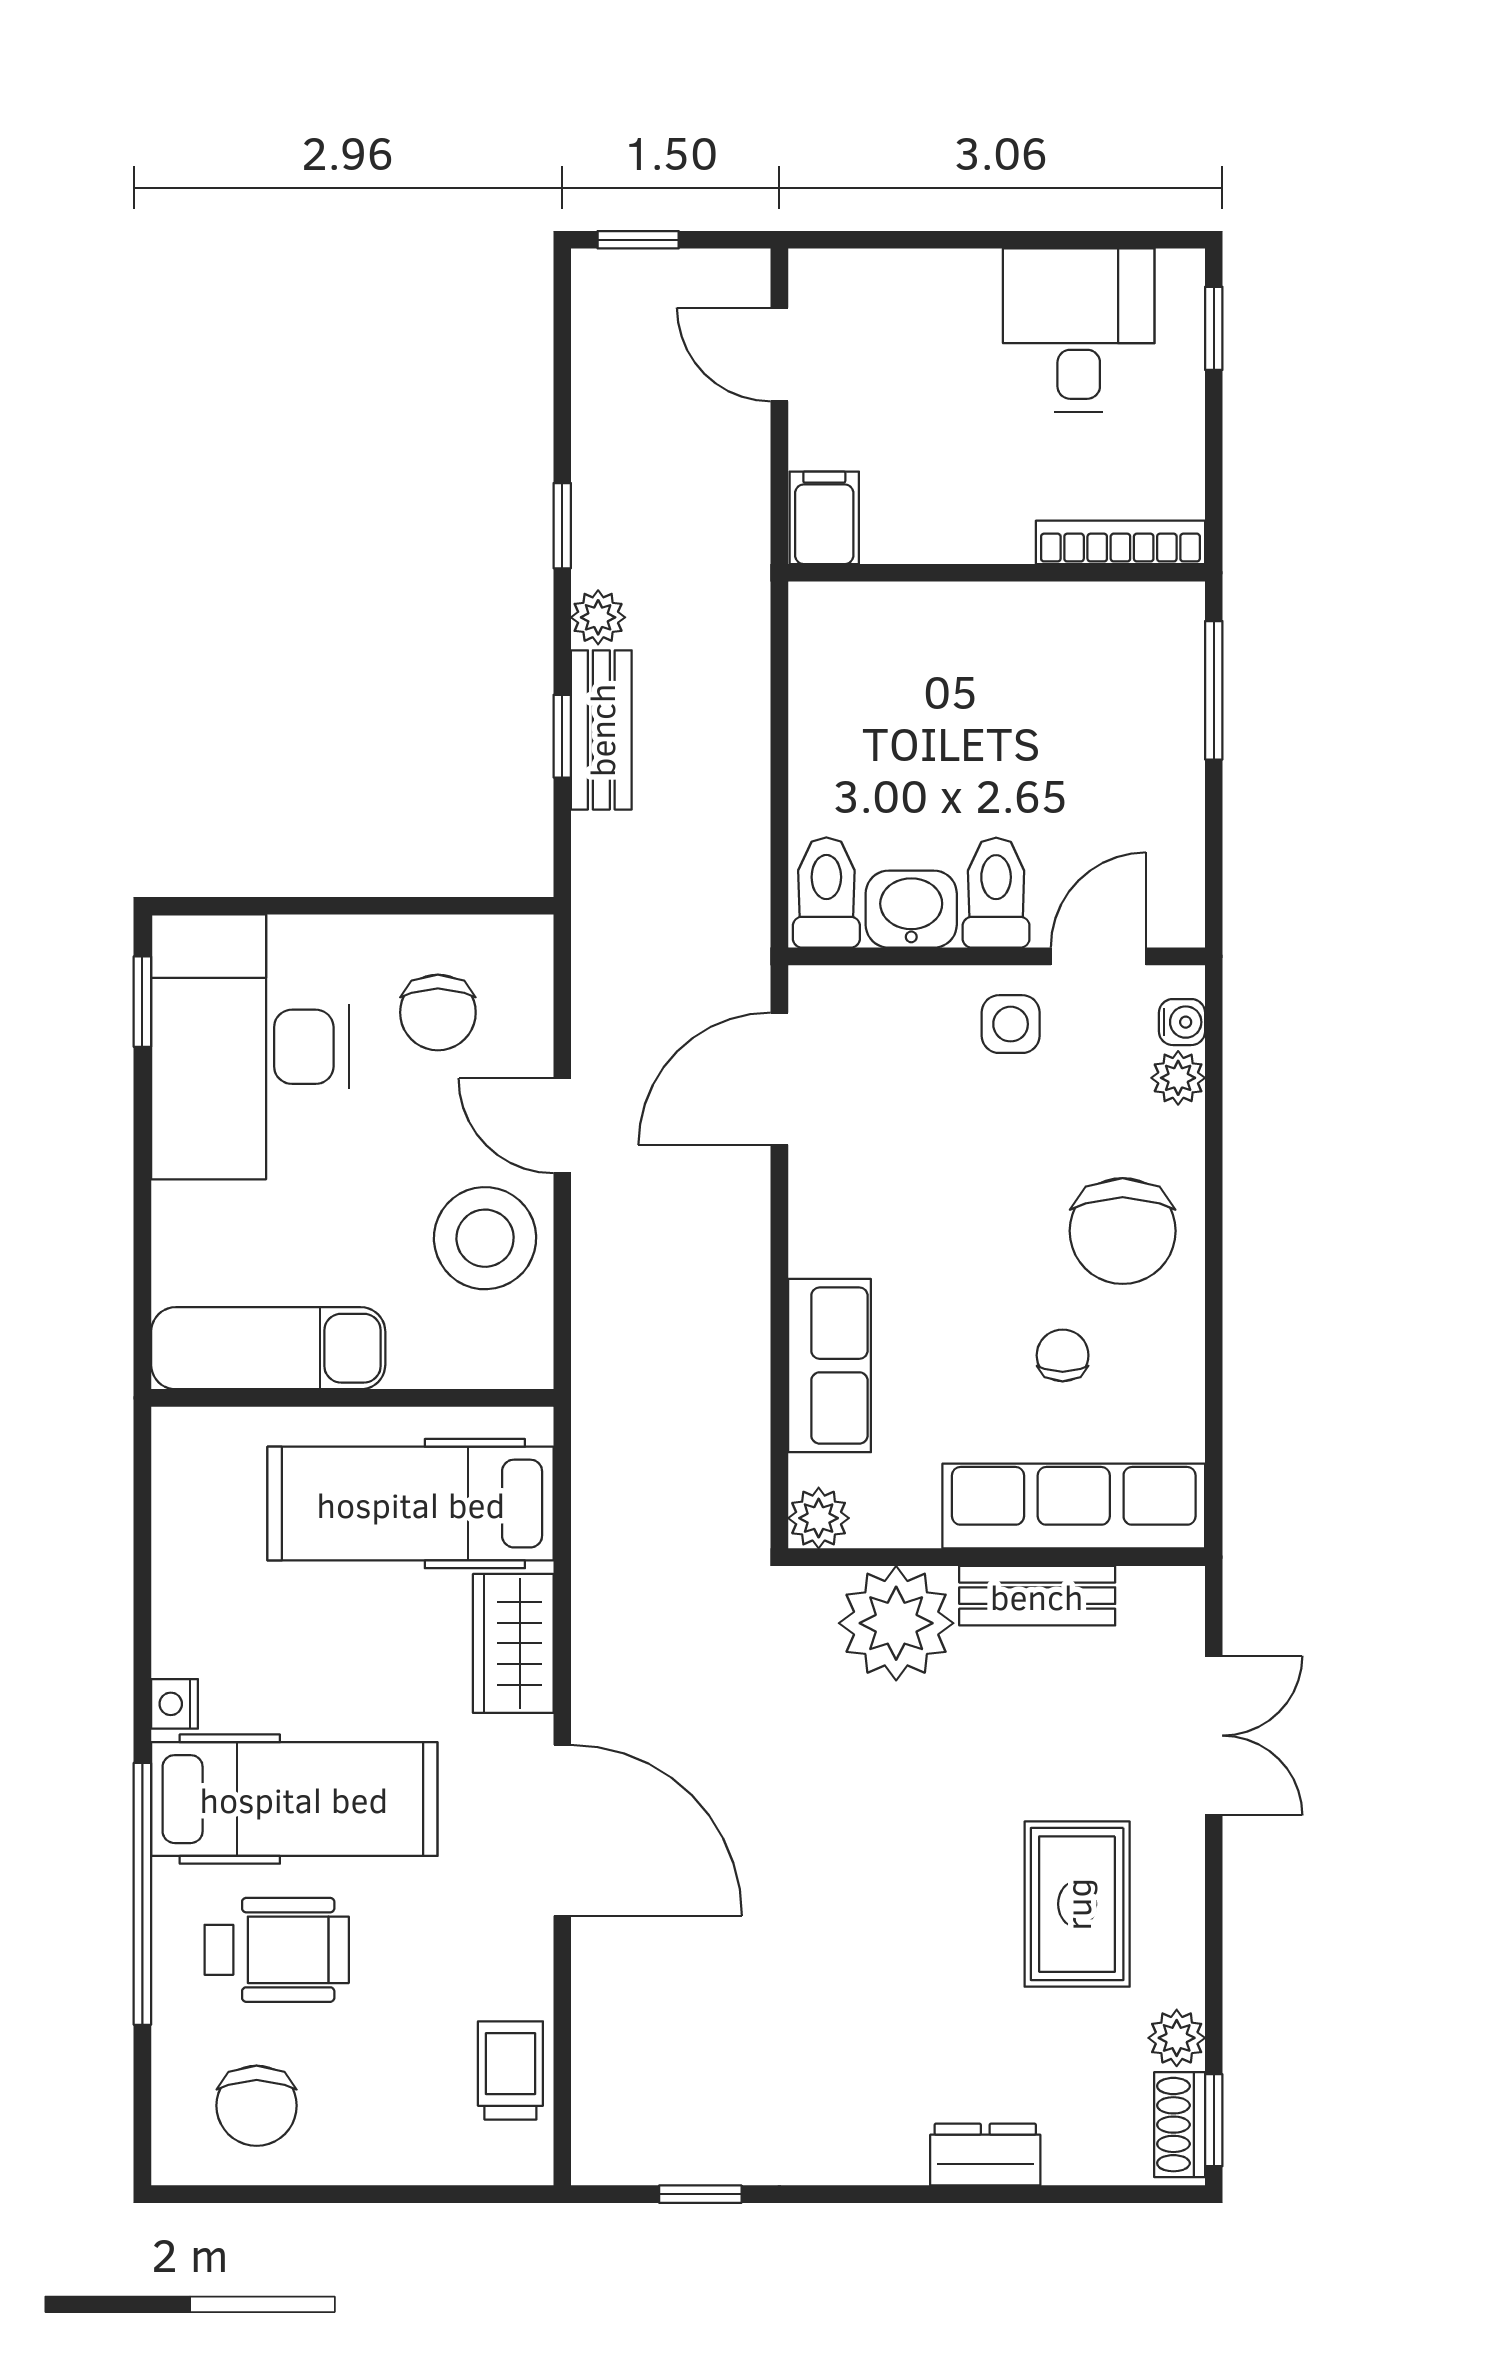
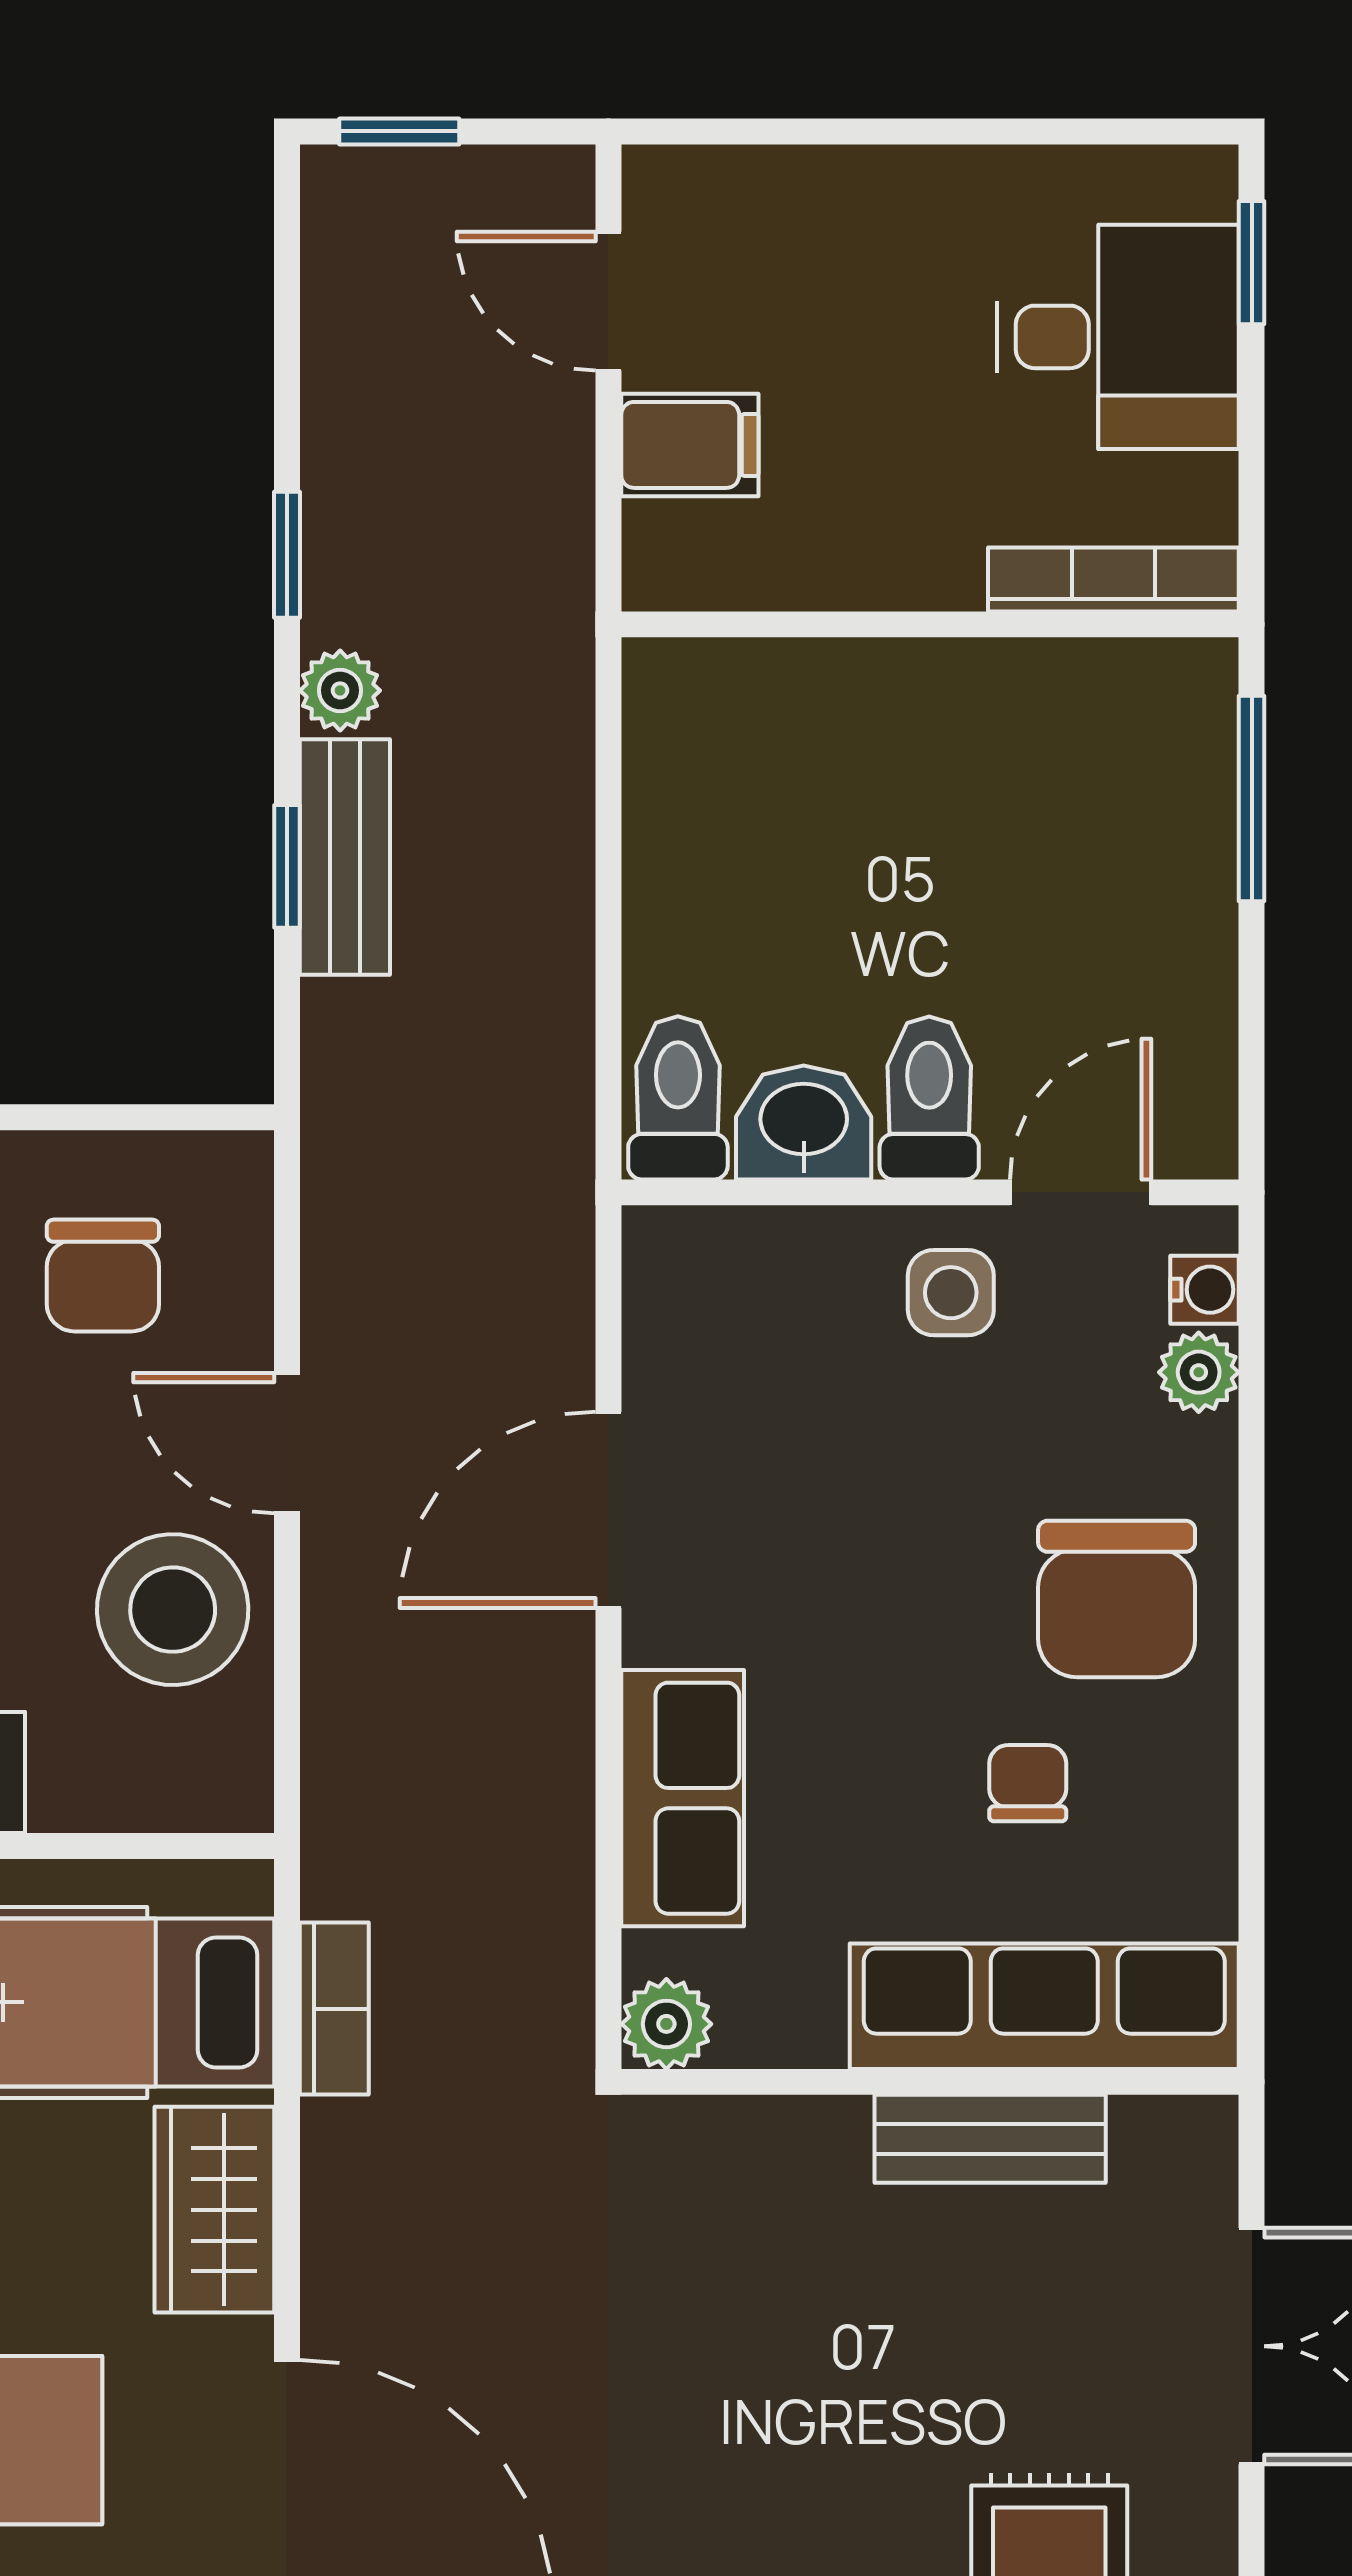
desk: (1079, 330) -> (1118, 337), moved, turned 90
filing cabinet: (824, 518) -> (690, 445), moved, turned 90
door: (779, 1079) -> (608, 1510), moved
bookcase: (594, 1508) -> (334, 2009), added
plant: (896, 1623) -> (781, 2180), removed

